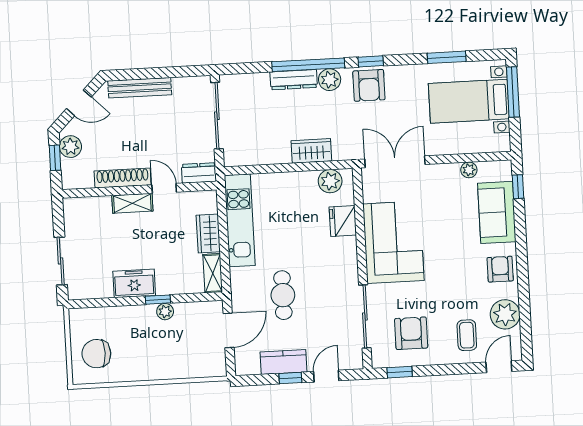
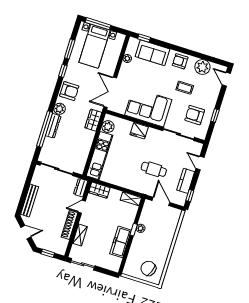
window: (371, 61) -> (63, 71), moved
window: (308, 65) -> (45, 129), moved
door: (79, 103) -> (26, 232), hinge flipped
plant: (70, 147) -> (45, 244), removed
wardrobe: (311, 151) -> (93, 120), moved
shelving: (132, 203) -> (80, 235), moved
kitchen unit: (240, 220) -> (99, 156), moved, turned 90
fridge: (343, 221) -> (139, 131), moved
wardrobe: (208, 233) -> (99, 190), moved
sliding door: (61, 261) -> (83, 264), moved
freezer: (134, 283) -> (121, 242), width x1.40
coffee table: (467, 335) -> (185, 88), moved
chair: (96, 354) -> (148, 268), turned 112
window: (400, 372) -> (215, 115), moved
window: (290, 378) -> (190, 196), moved

